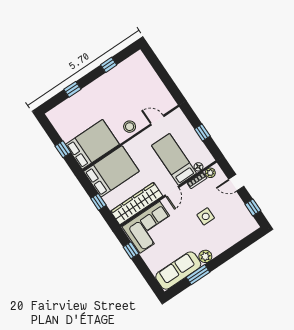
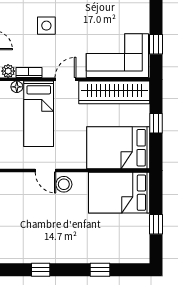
door: (157, 120) -> (45, 170), moved
window: (63, 149) -> (156, 224), moved

